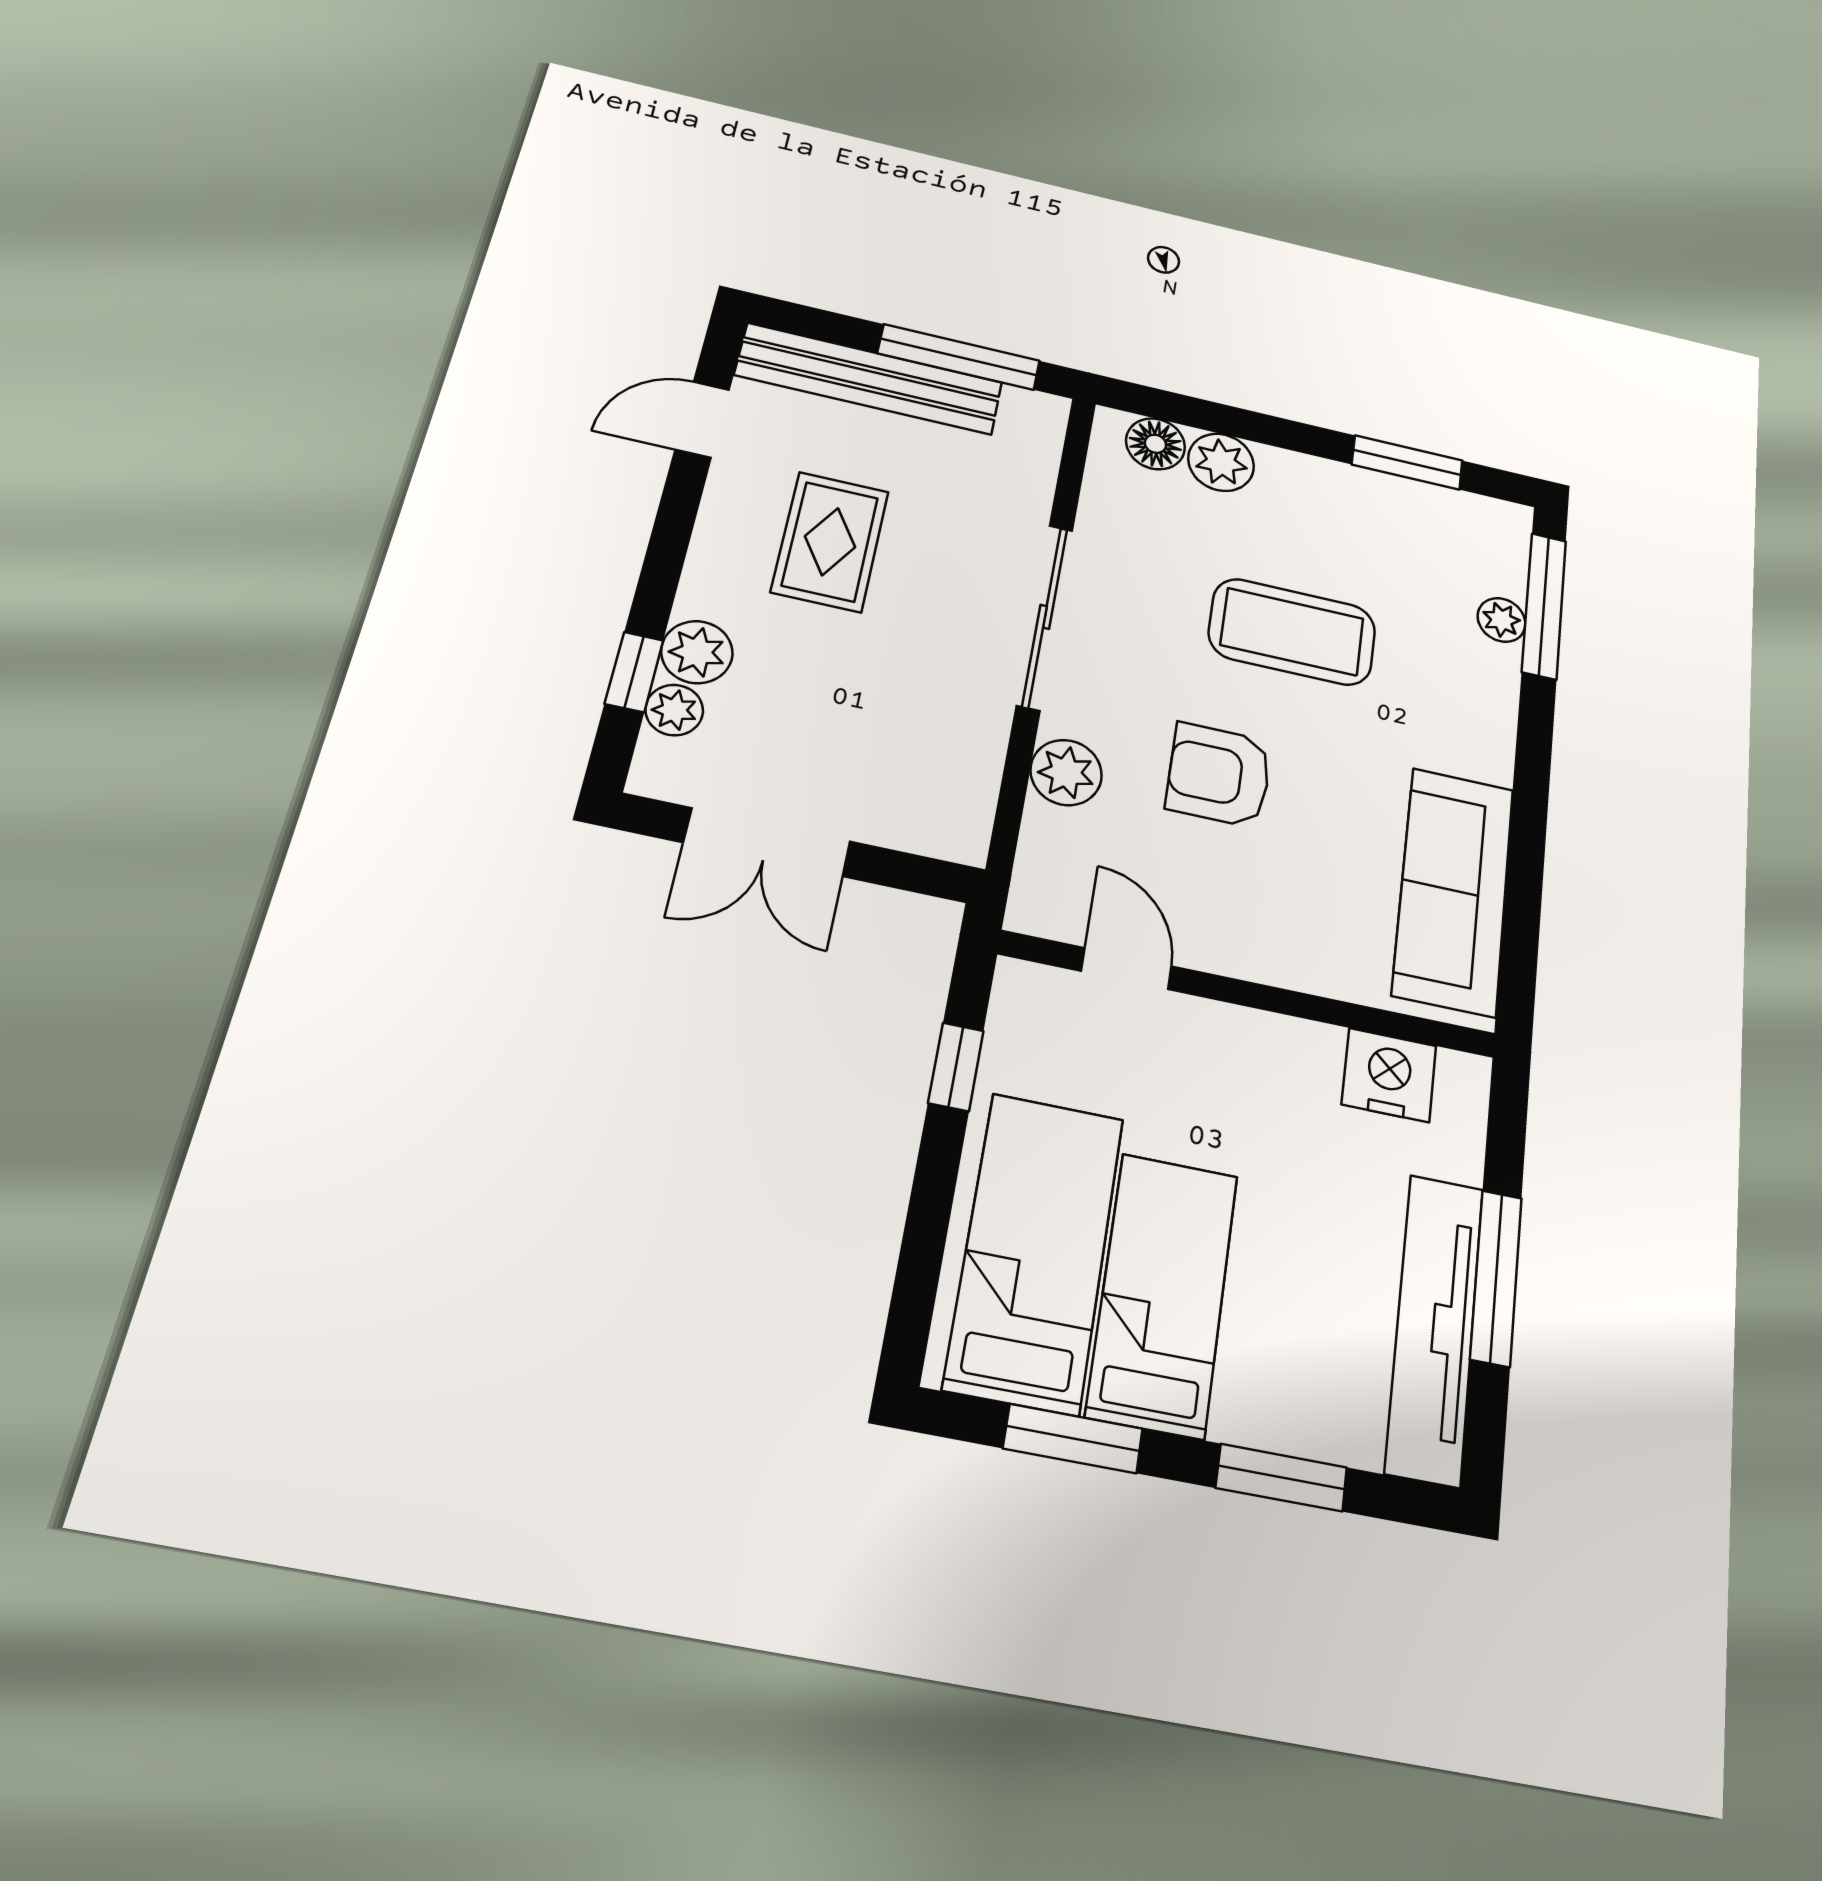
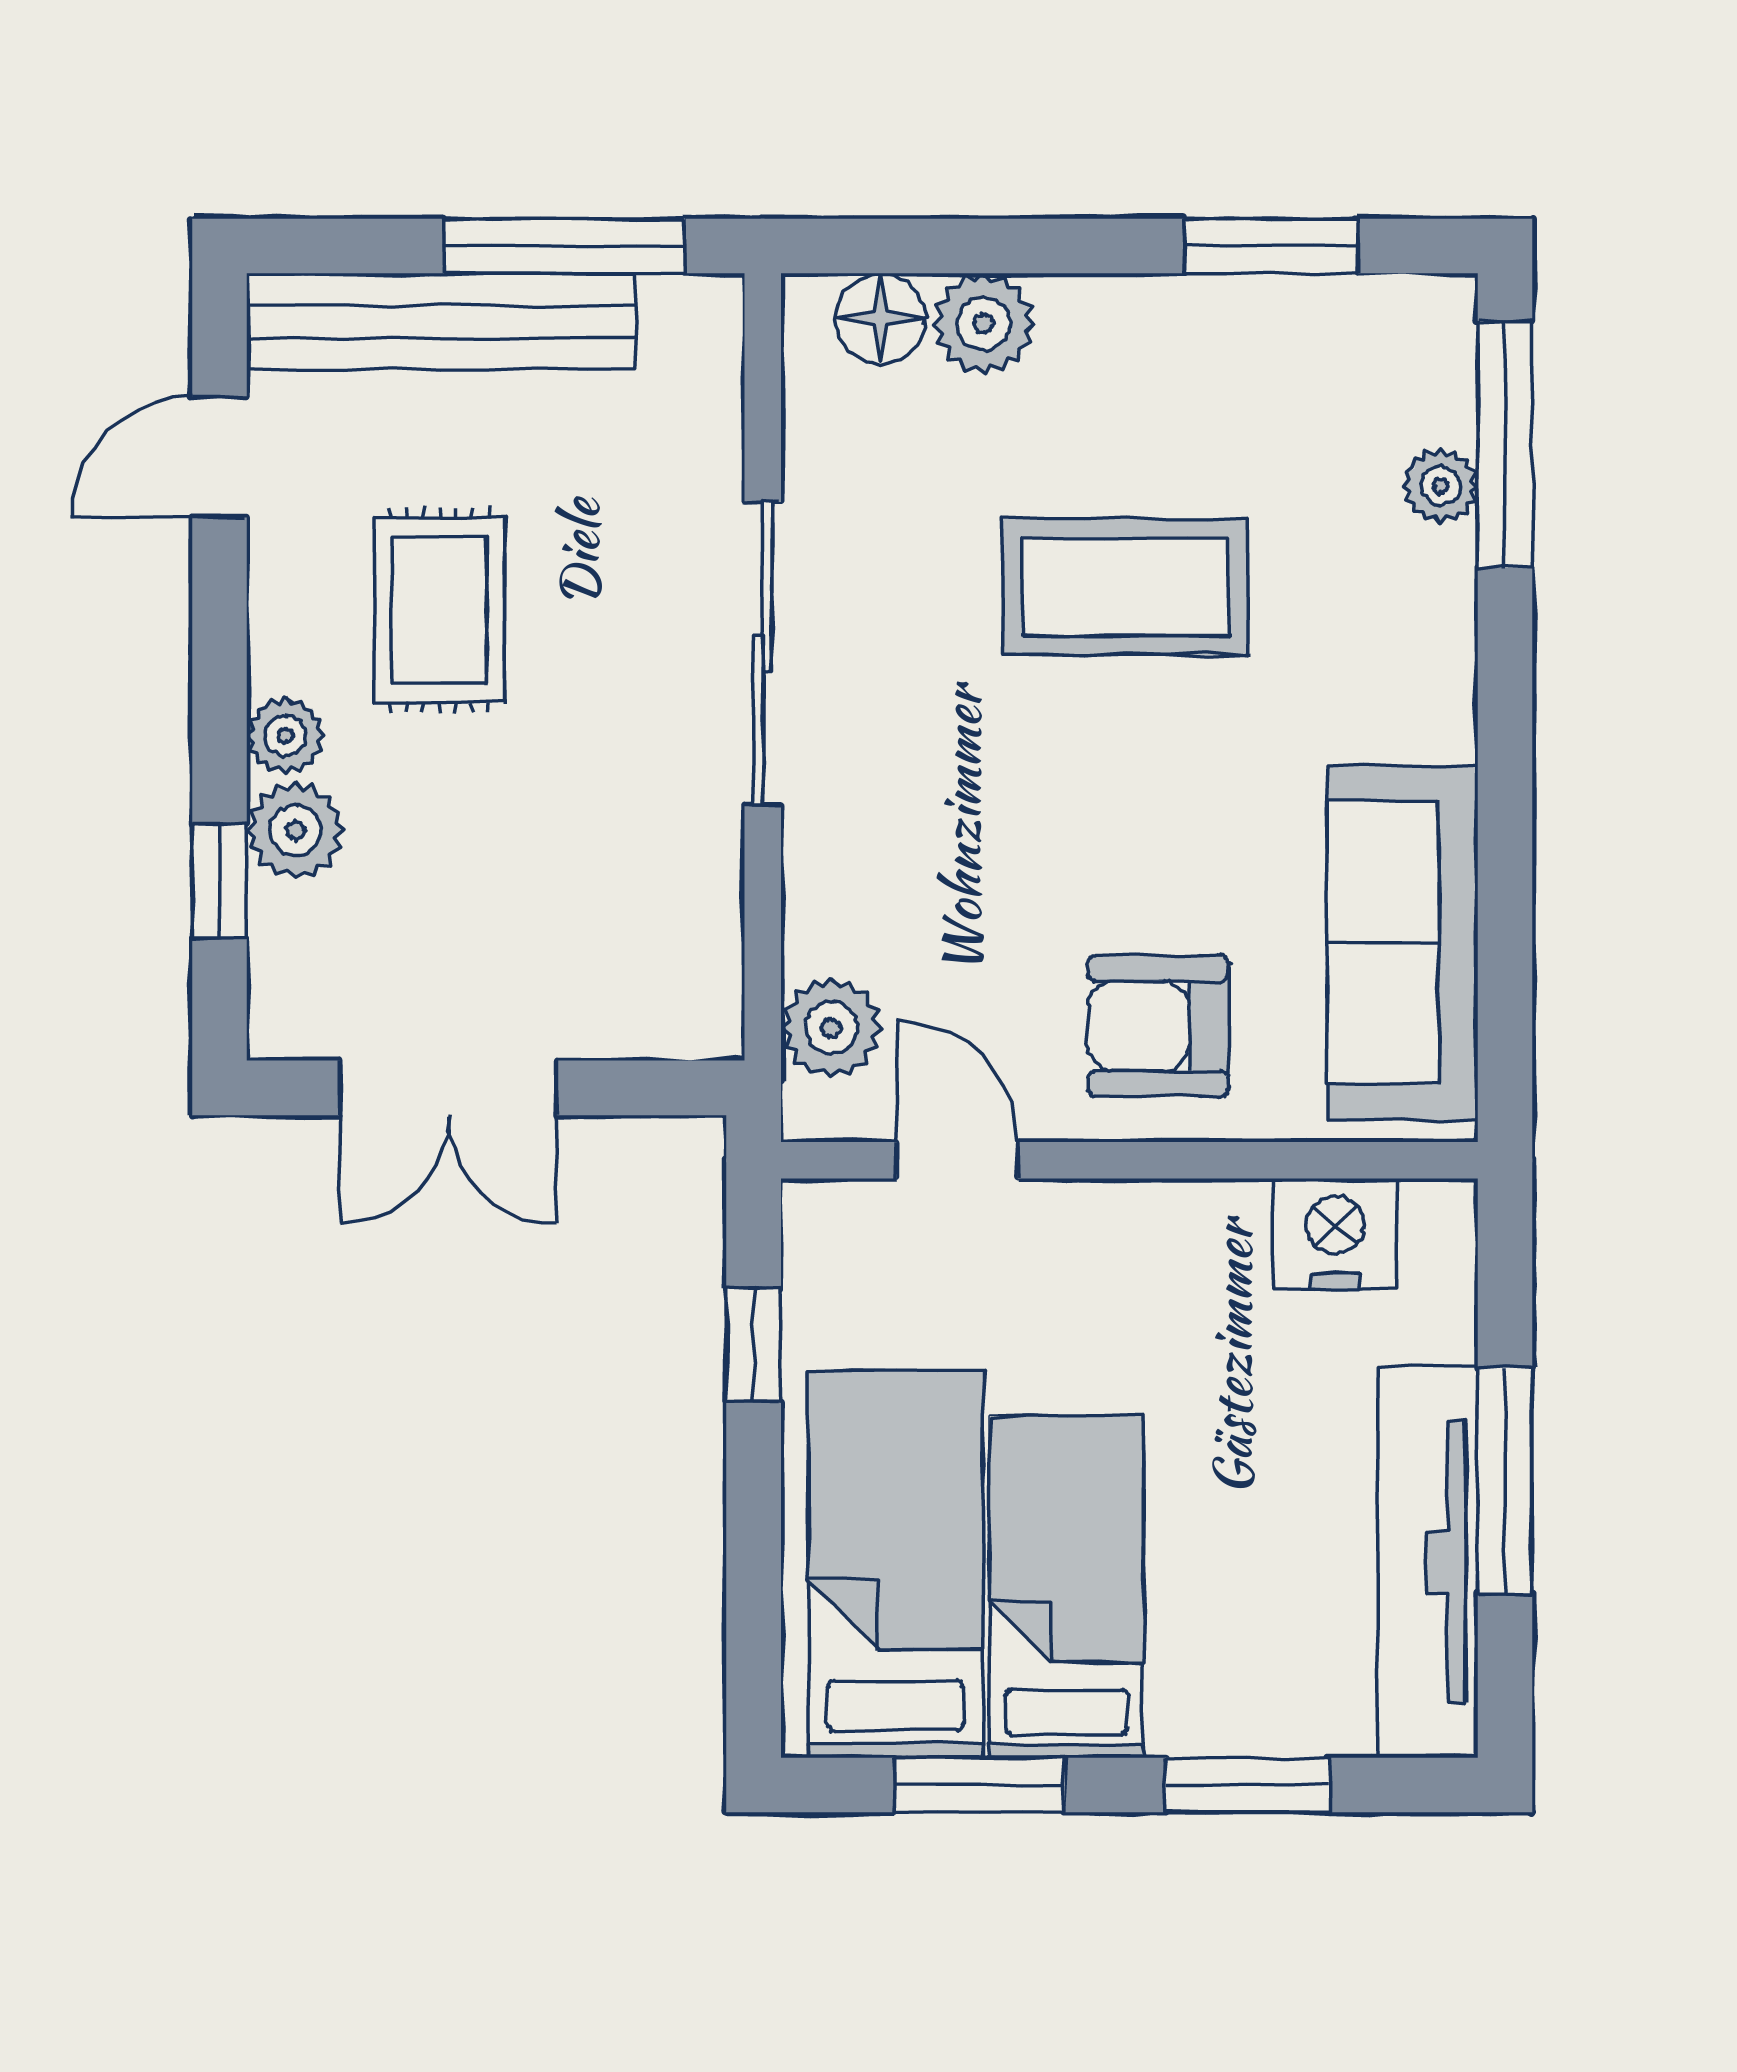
plant: (674, 710) -> (285, 736), moved
plant: (1066, 772) -> (831, 1028), moved
armchair: (1219, 775) -> (1158, 1026), moved

